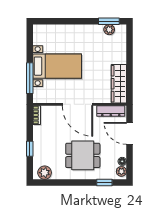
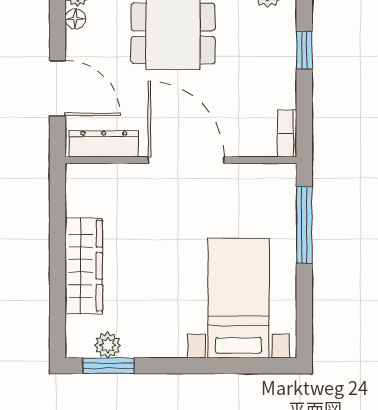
bed with nightstands: (57, 66) -> (238, 298), moved, turned 90
wardrobe: (119, 84) -> (84, 266), moved

